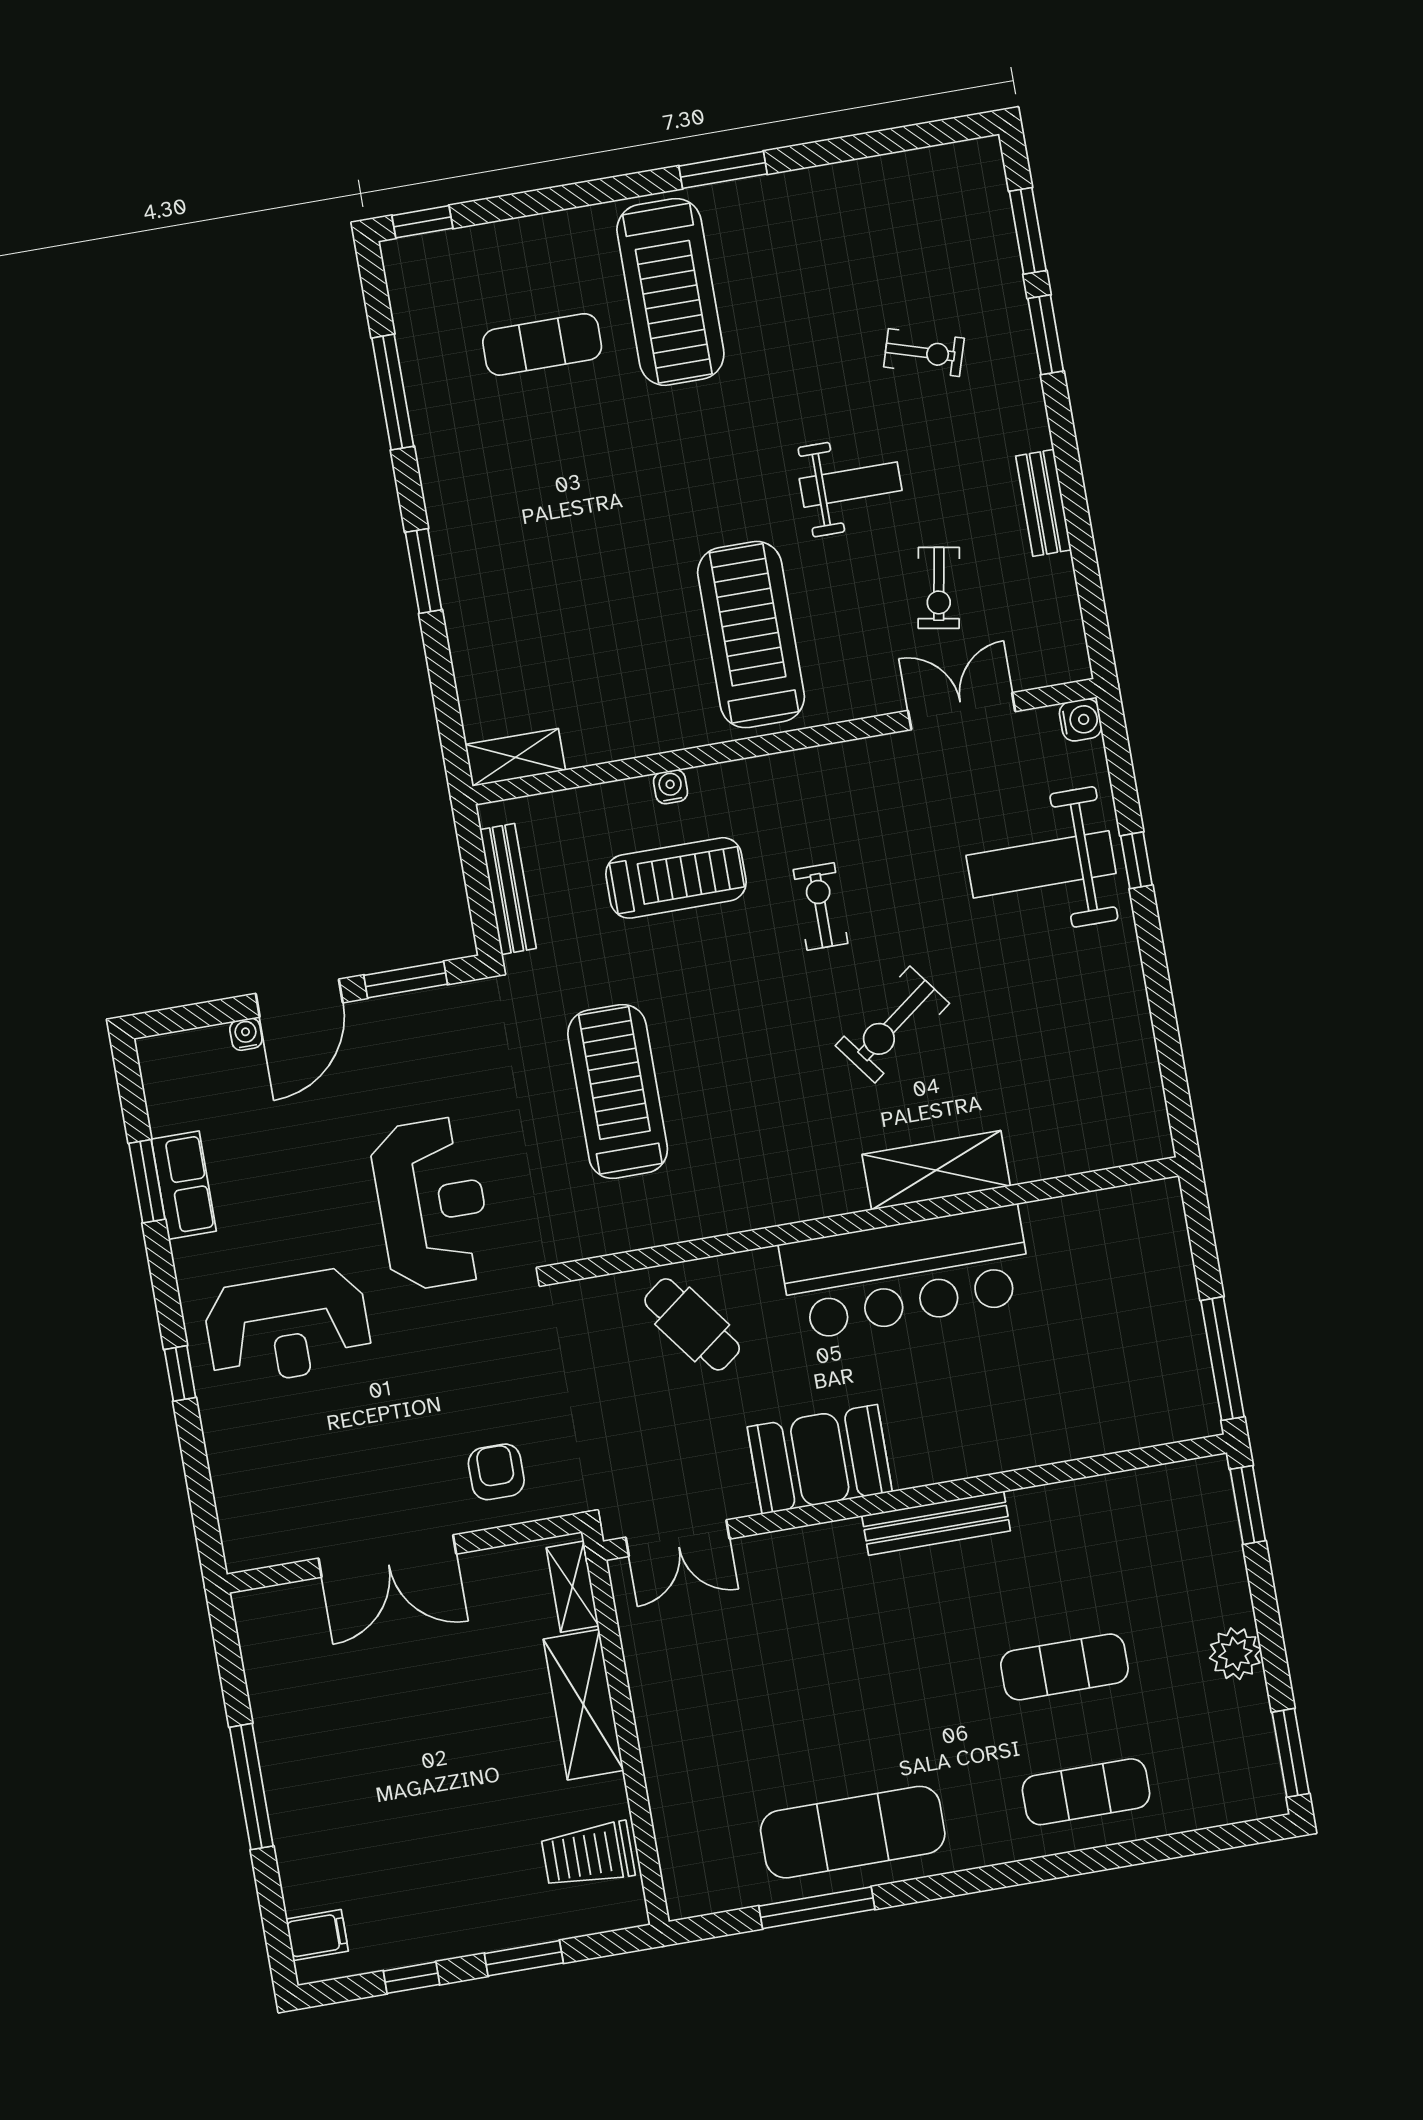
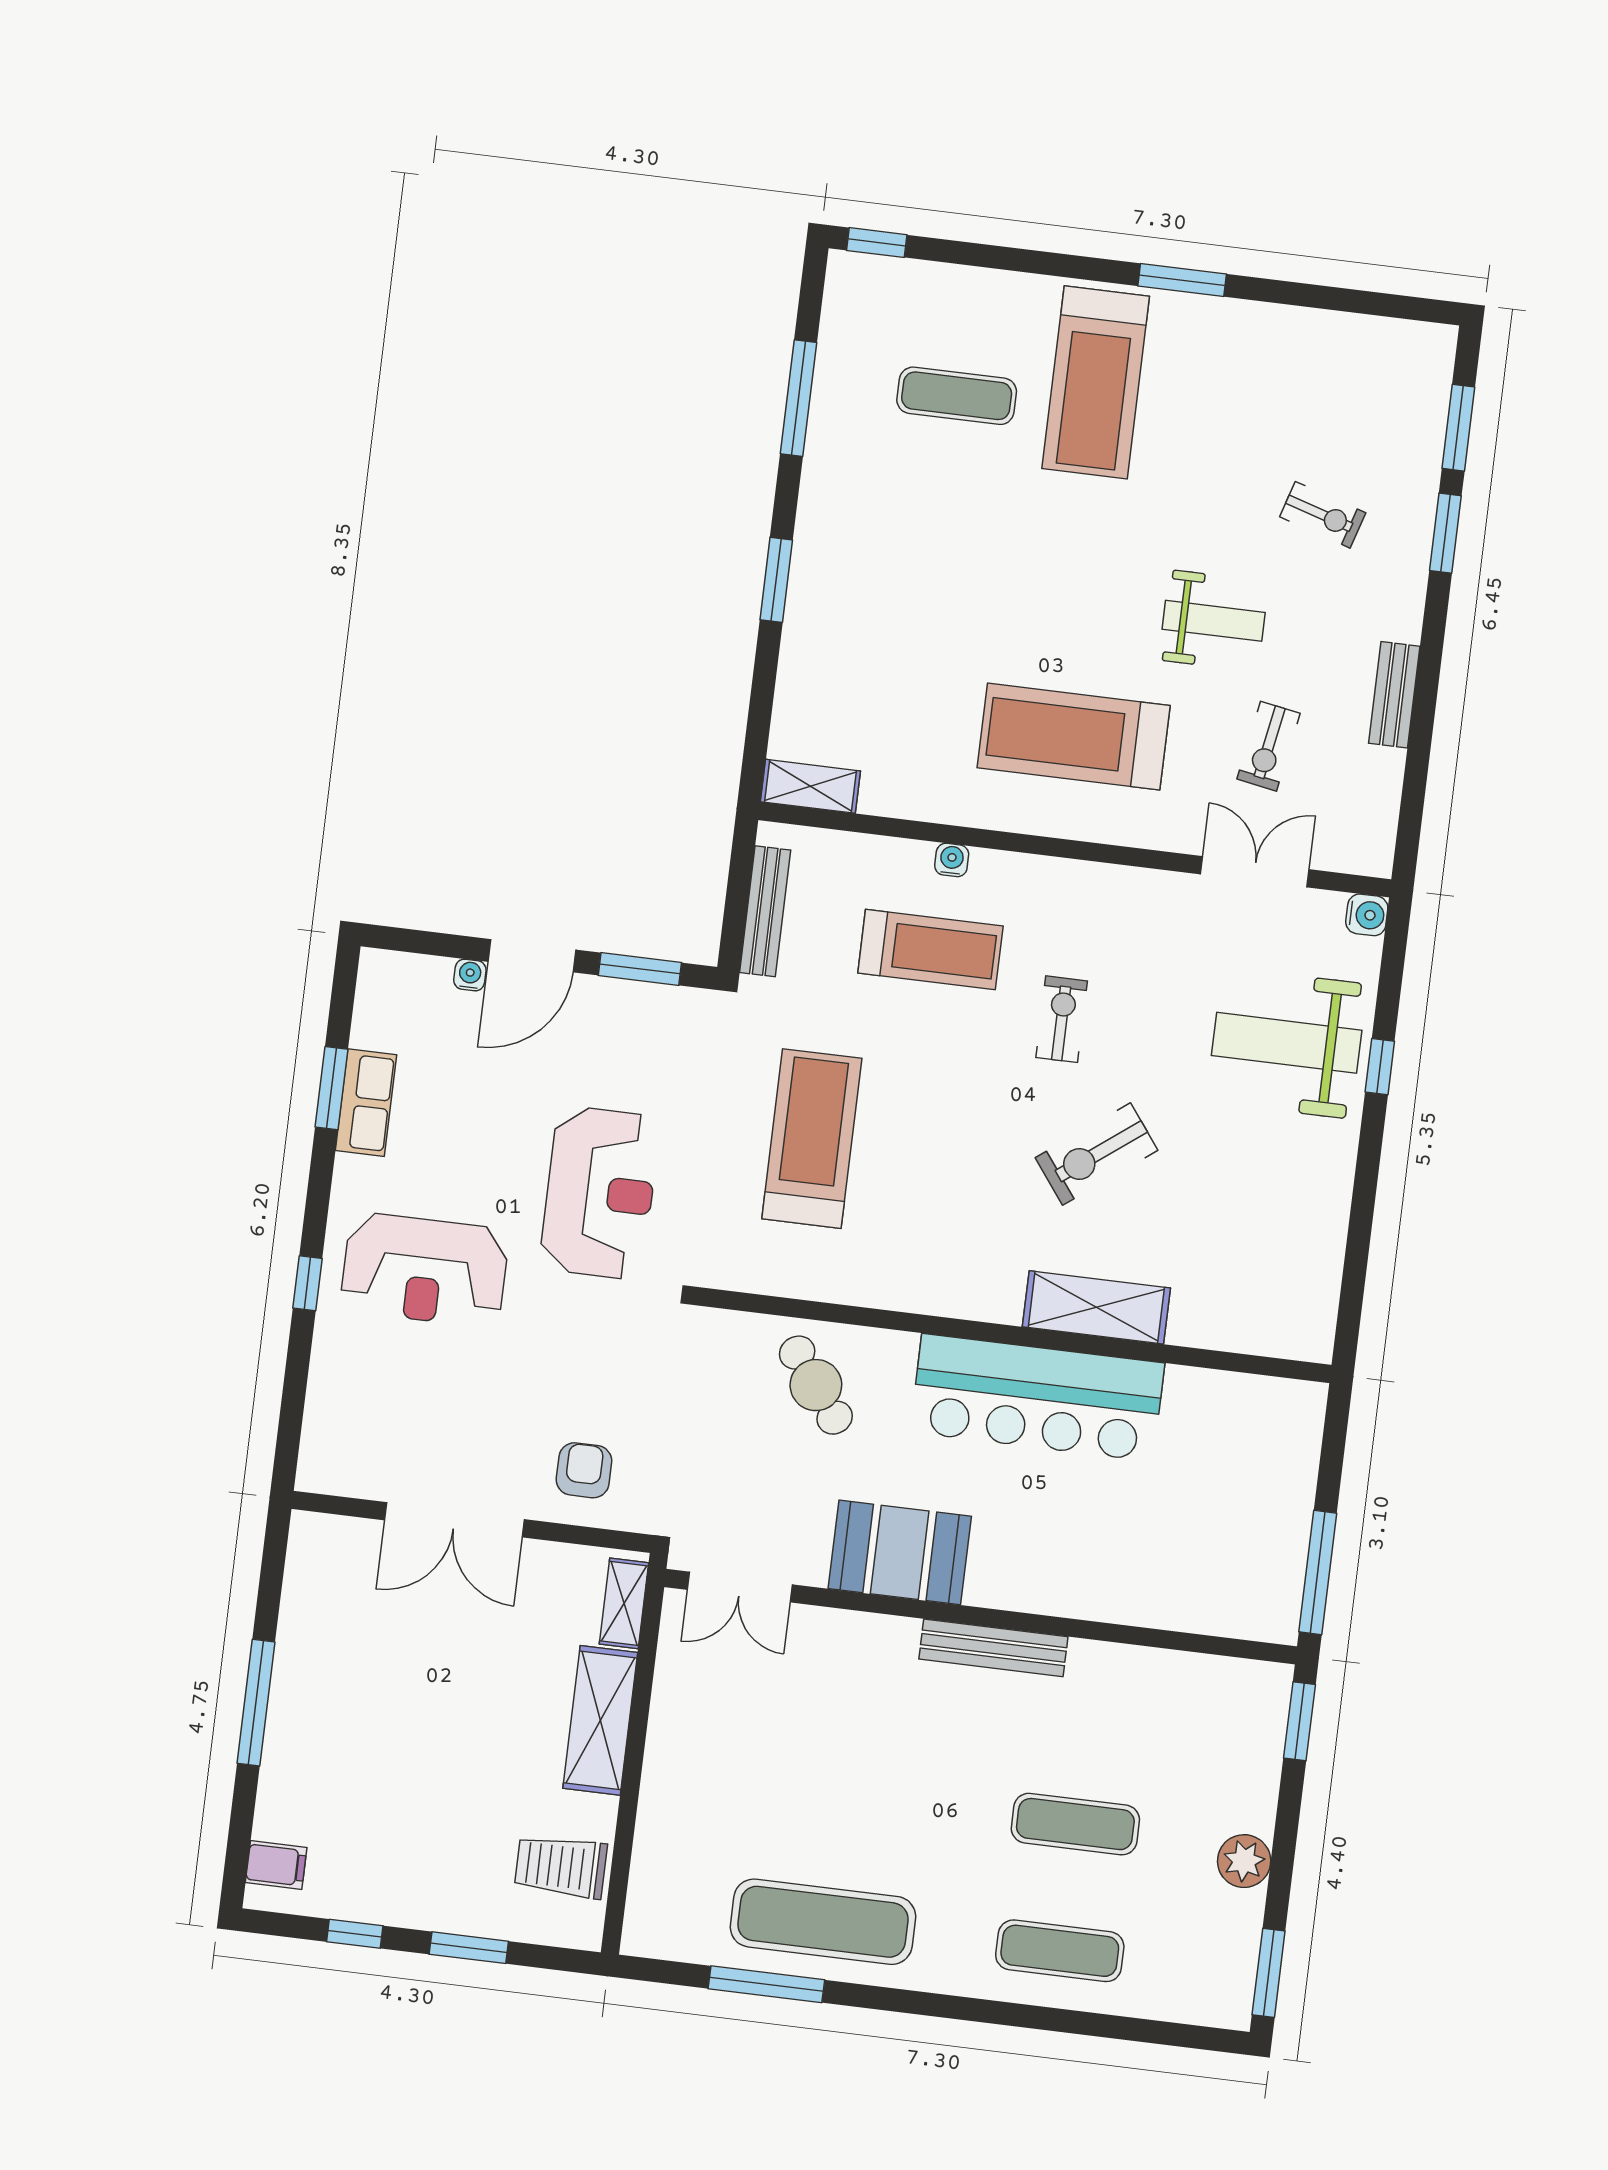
treadmill: (751, 635) -> (1074, 737), turned -90

